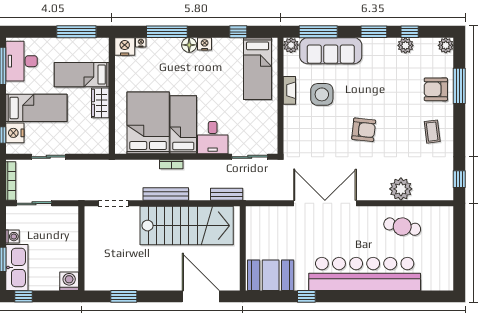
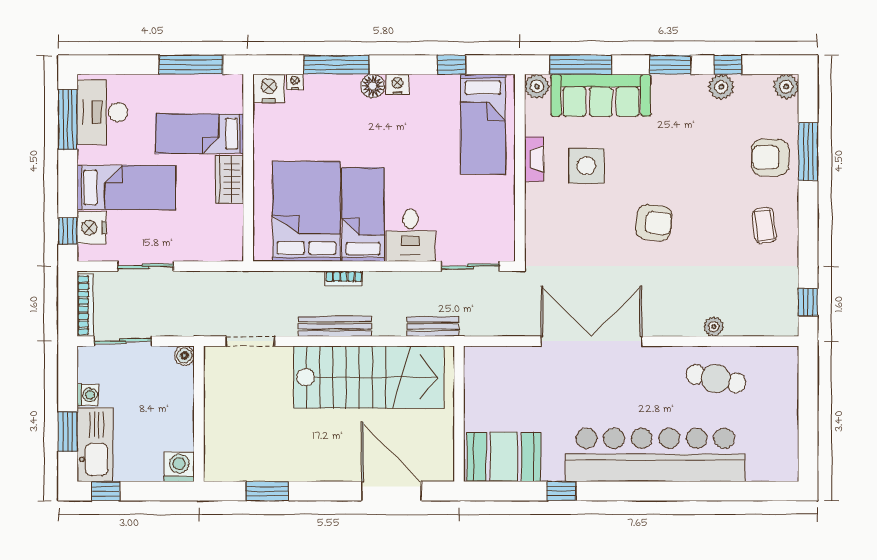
plant: (401, 189) -> (714, 327), width x0.53, depth x0.53
boiler: (72, 212) -> (184, 356), added

